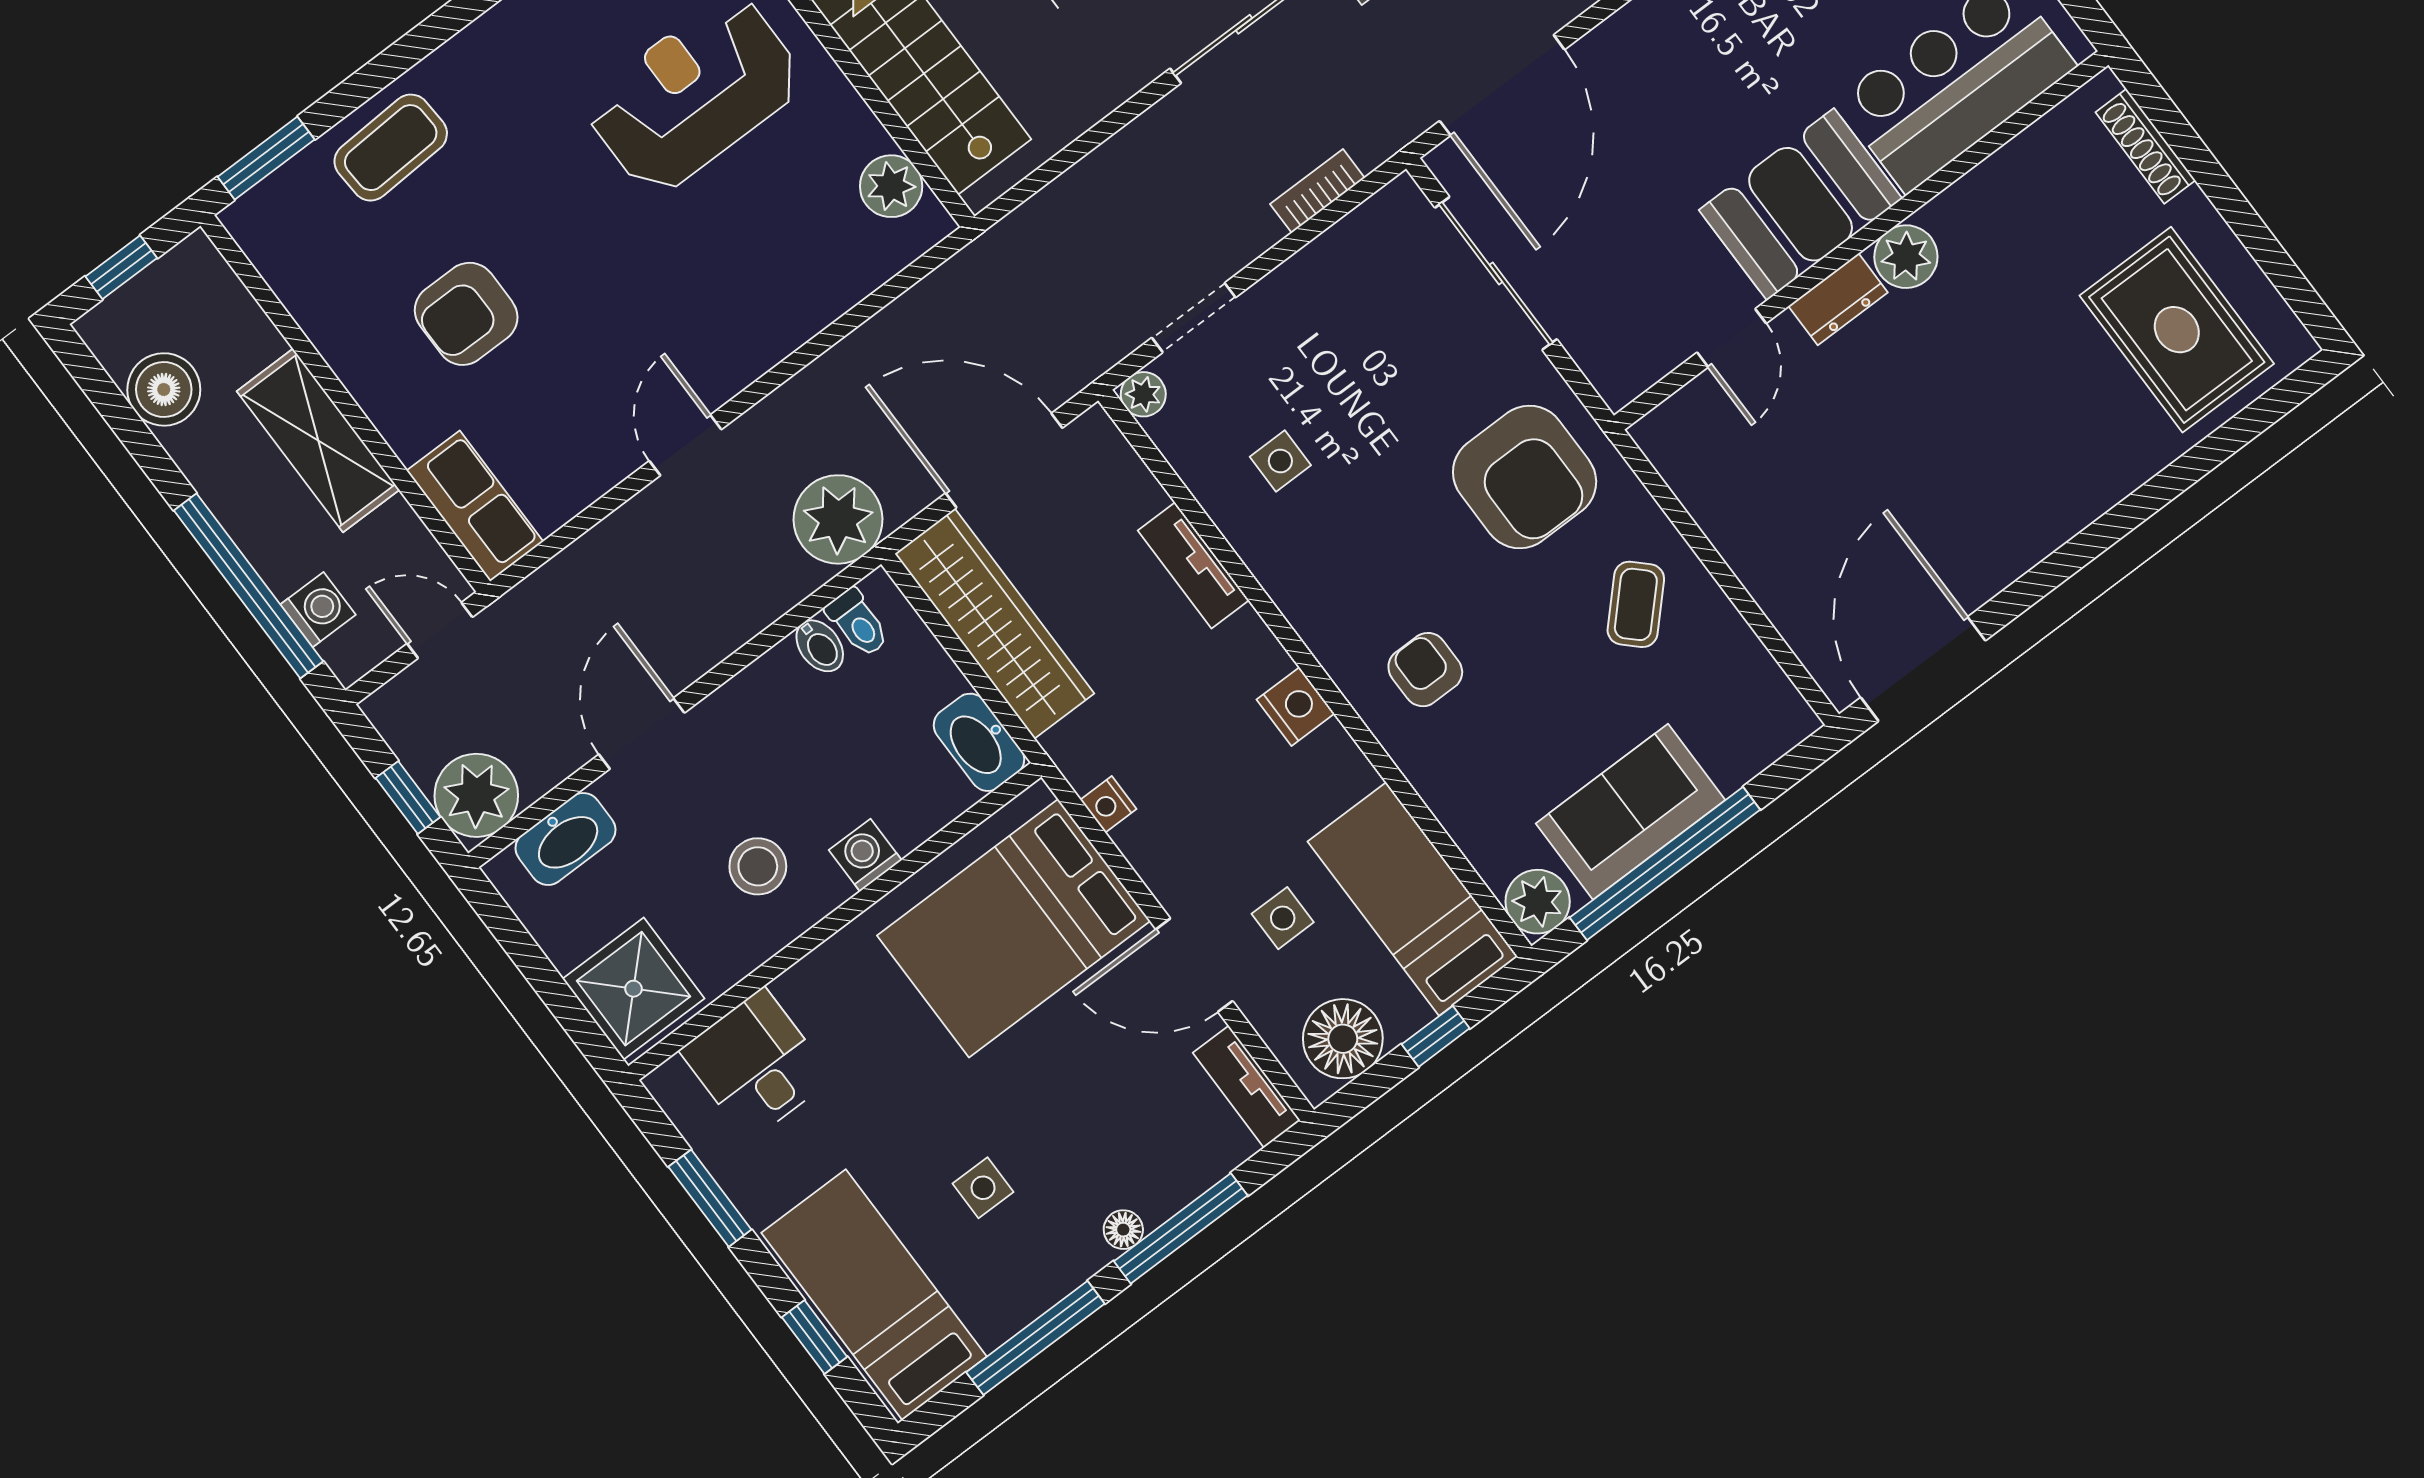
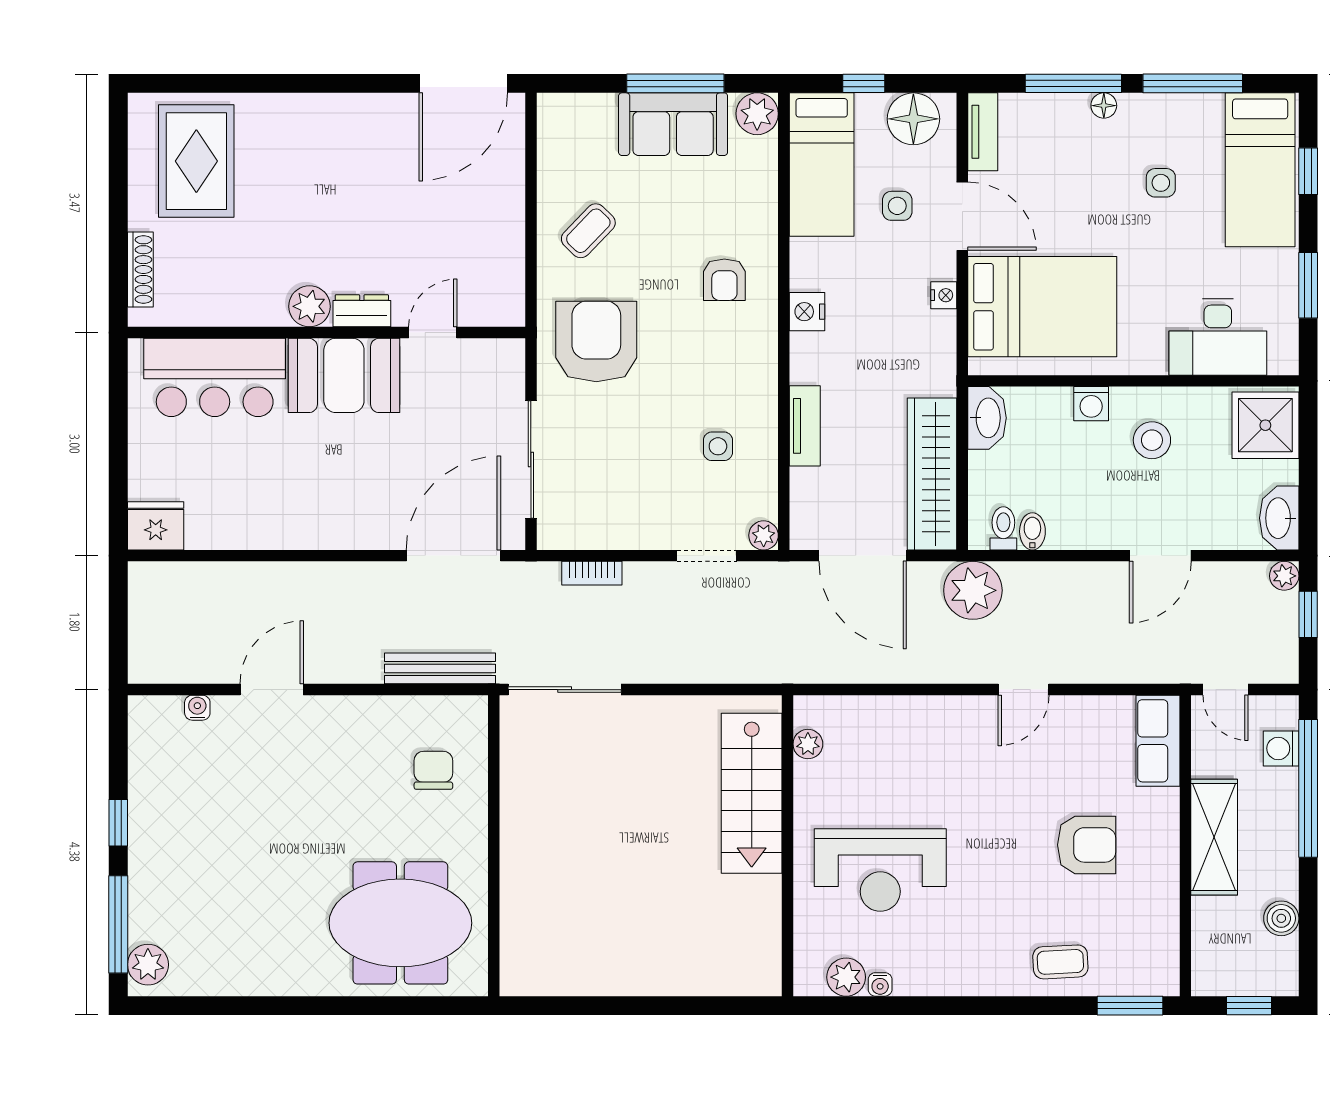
coffee table: (391, 148) -> (1060, 962), width x0.73, depth x0.77
plant: (891, 186) -> (808, 744), width x0.73, depth x0.73
boiler: (164, 389) -> (1281, 918), width x0.73, depth x0.73
plant: (476, 795) -> (1284, 576), width x0.53, depth x0.53
nightstand: (1108, 804) -> (944, 295), moved
washbasin: (566, 839) -> (1279, 518), moved, turned -90
window: (1665, 864) -> (675, 83), width x0.68
desk: (756, 1064) -> (1218, 337), width x1.37

